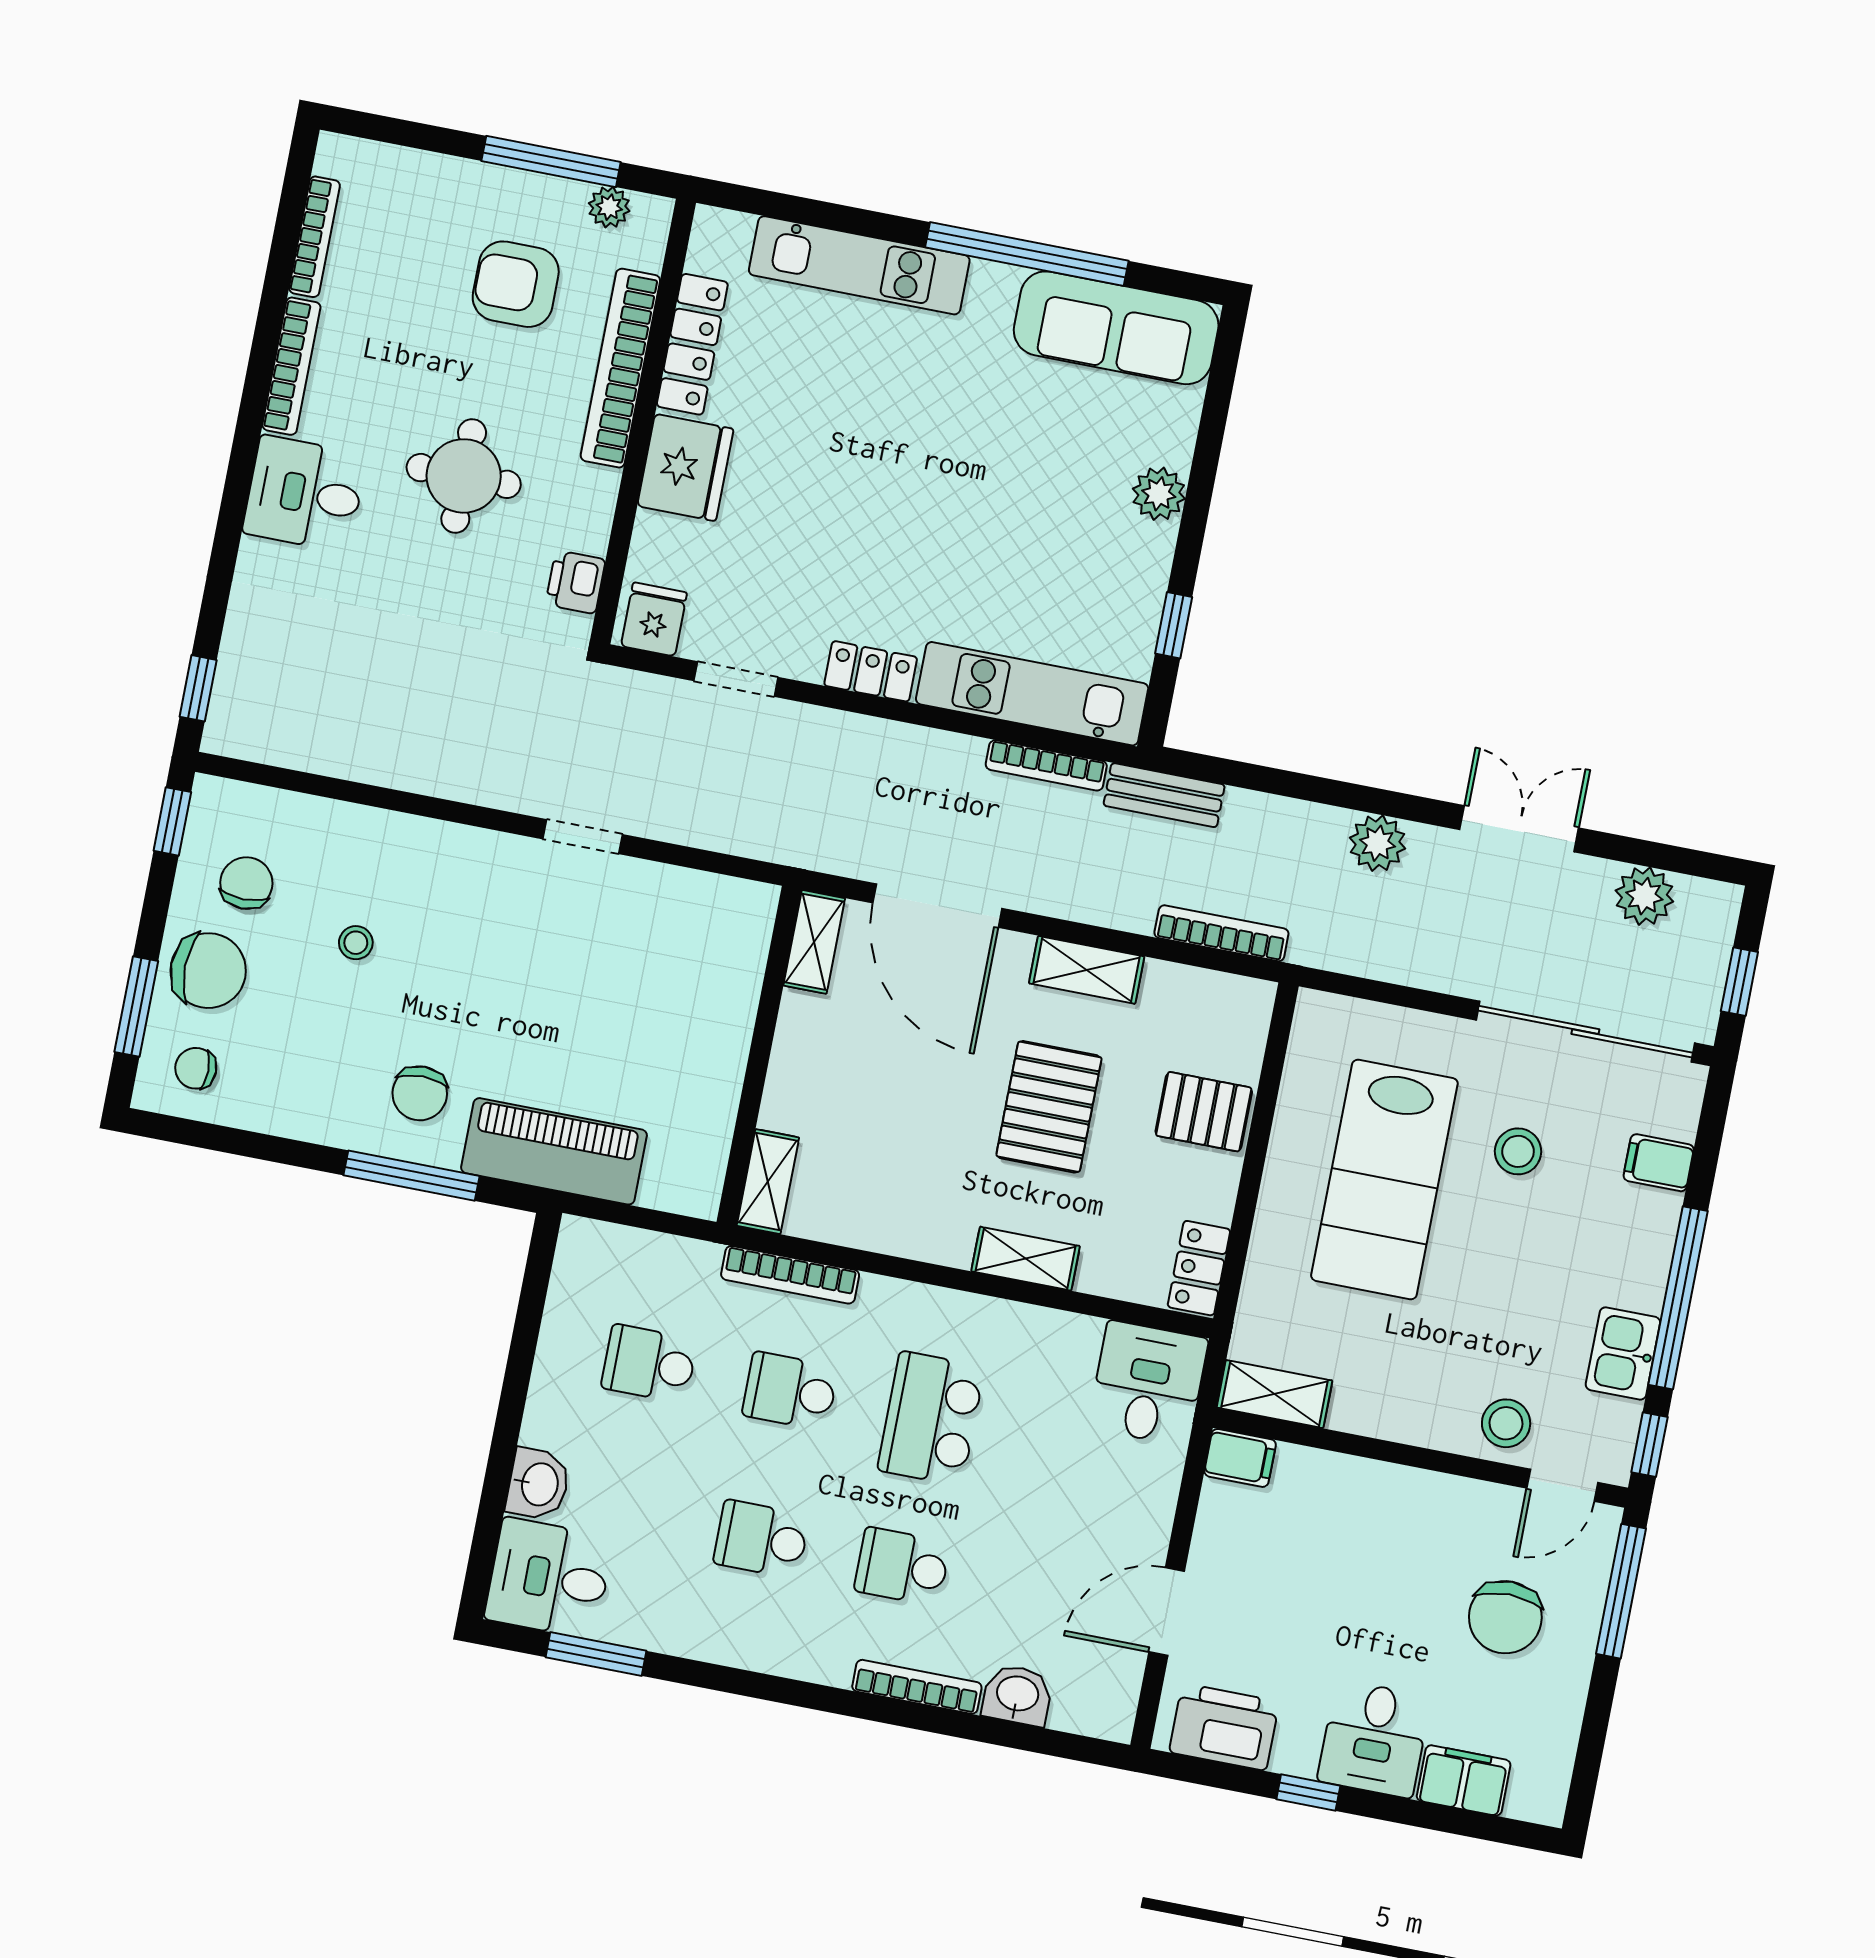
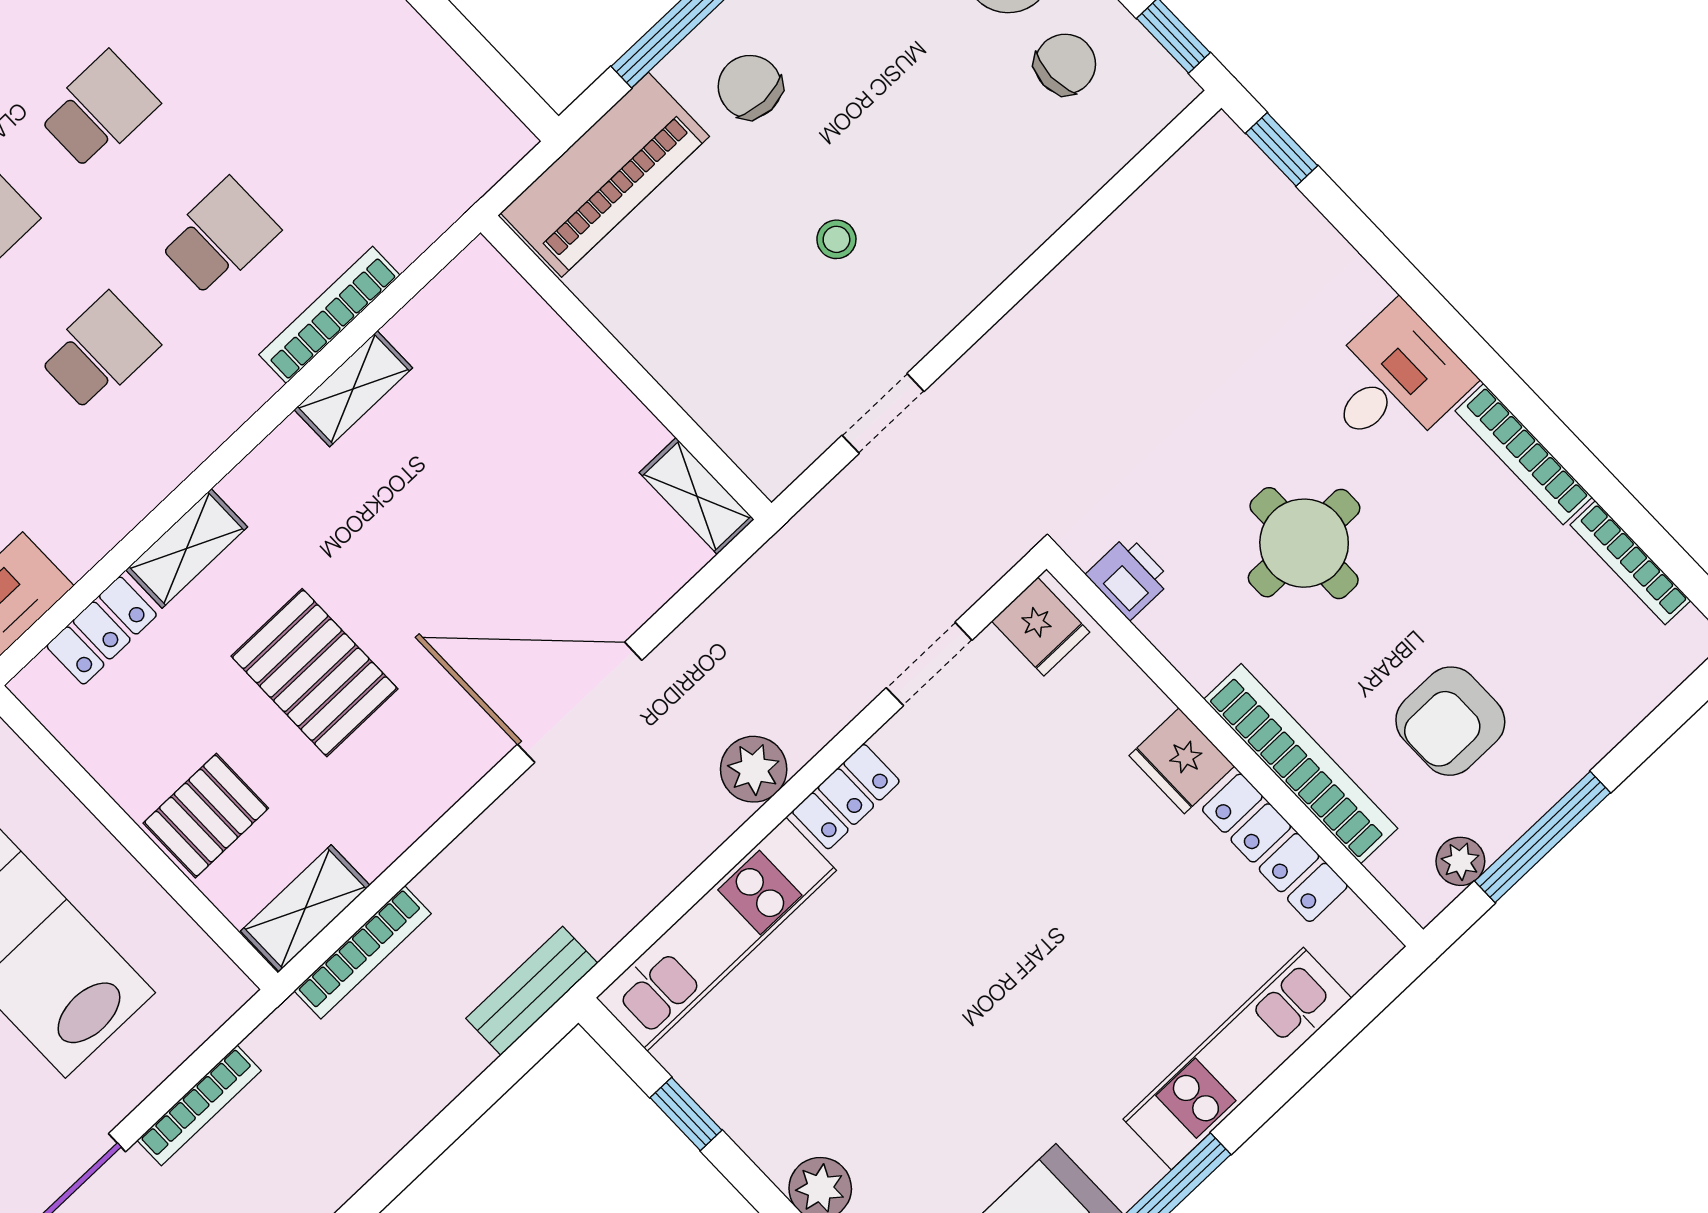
armchair: (516, 284) -> (1450, 721), turned 180
fridge: (685, 467) -> (1182, 761), width x0.73, depth x0.75
bookcase: (1046, 765) -> (199, 1105), moved, turned 180
plant: (1377, 843) -> (754, 769), moved
chair: (246, 883) -> (1065, 64), turned -90
shelving: (814, 942) -> (697, 496), moved
stool: (356, 943) -> (836, 239), moved
shelving: (1087, 970) -> (305, 908), moved
wall: (759, 1056) -> (626, 368), moved
shelving: (768, 1182) -> (353, 389), moved, turned 90
locker: (1199, 1268) -> (102, 630), moved, turned 90
school desk: (649, 1364) -> (340, 122), removed
school desk: (931, 1418) -> (99, 352), width x0.54

